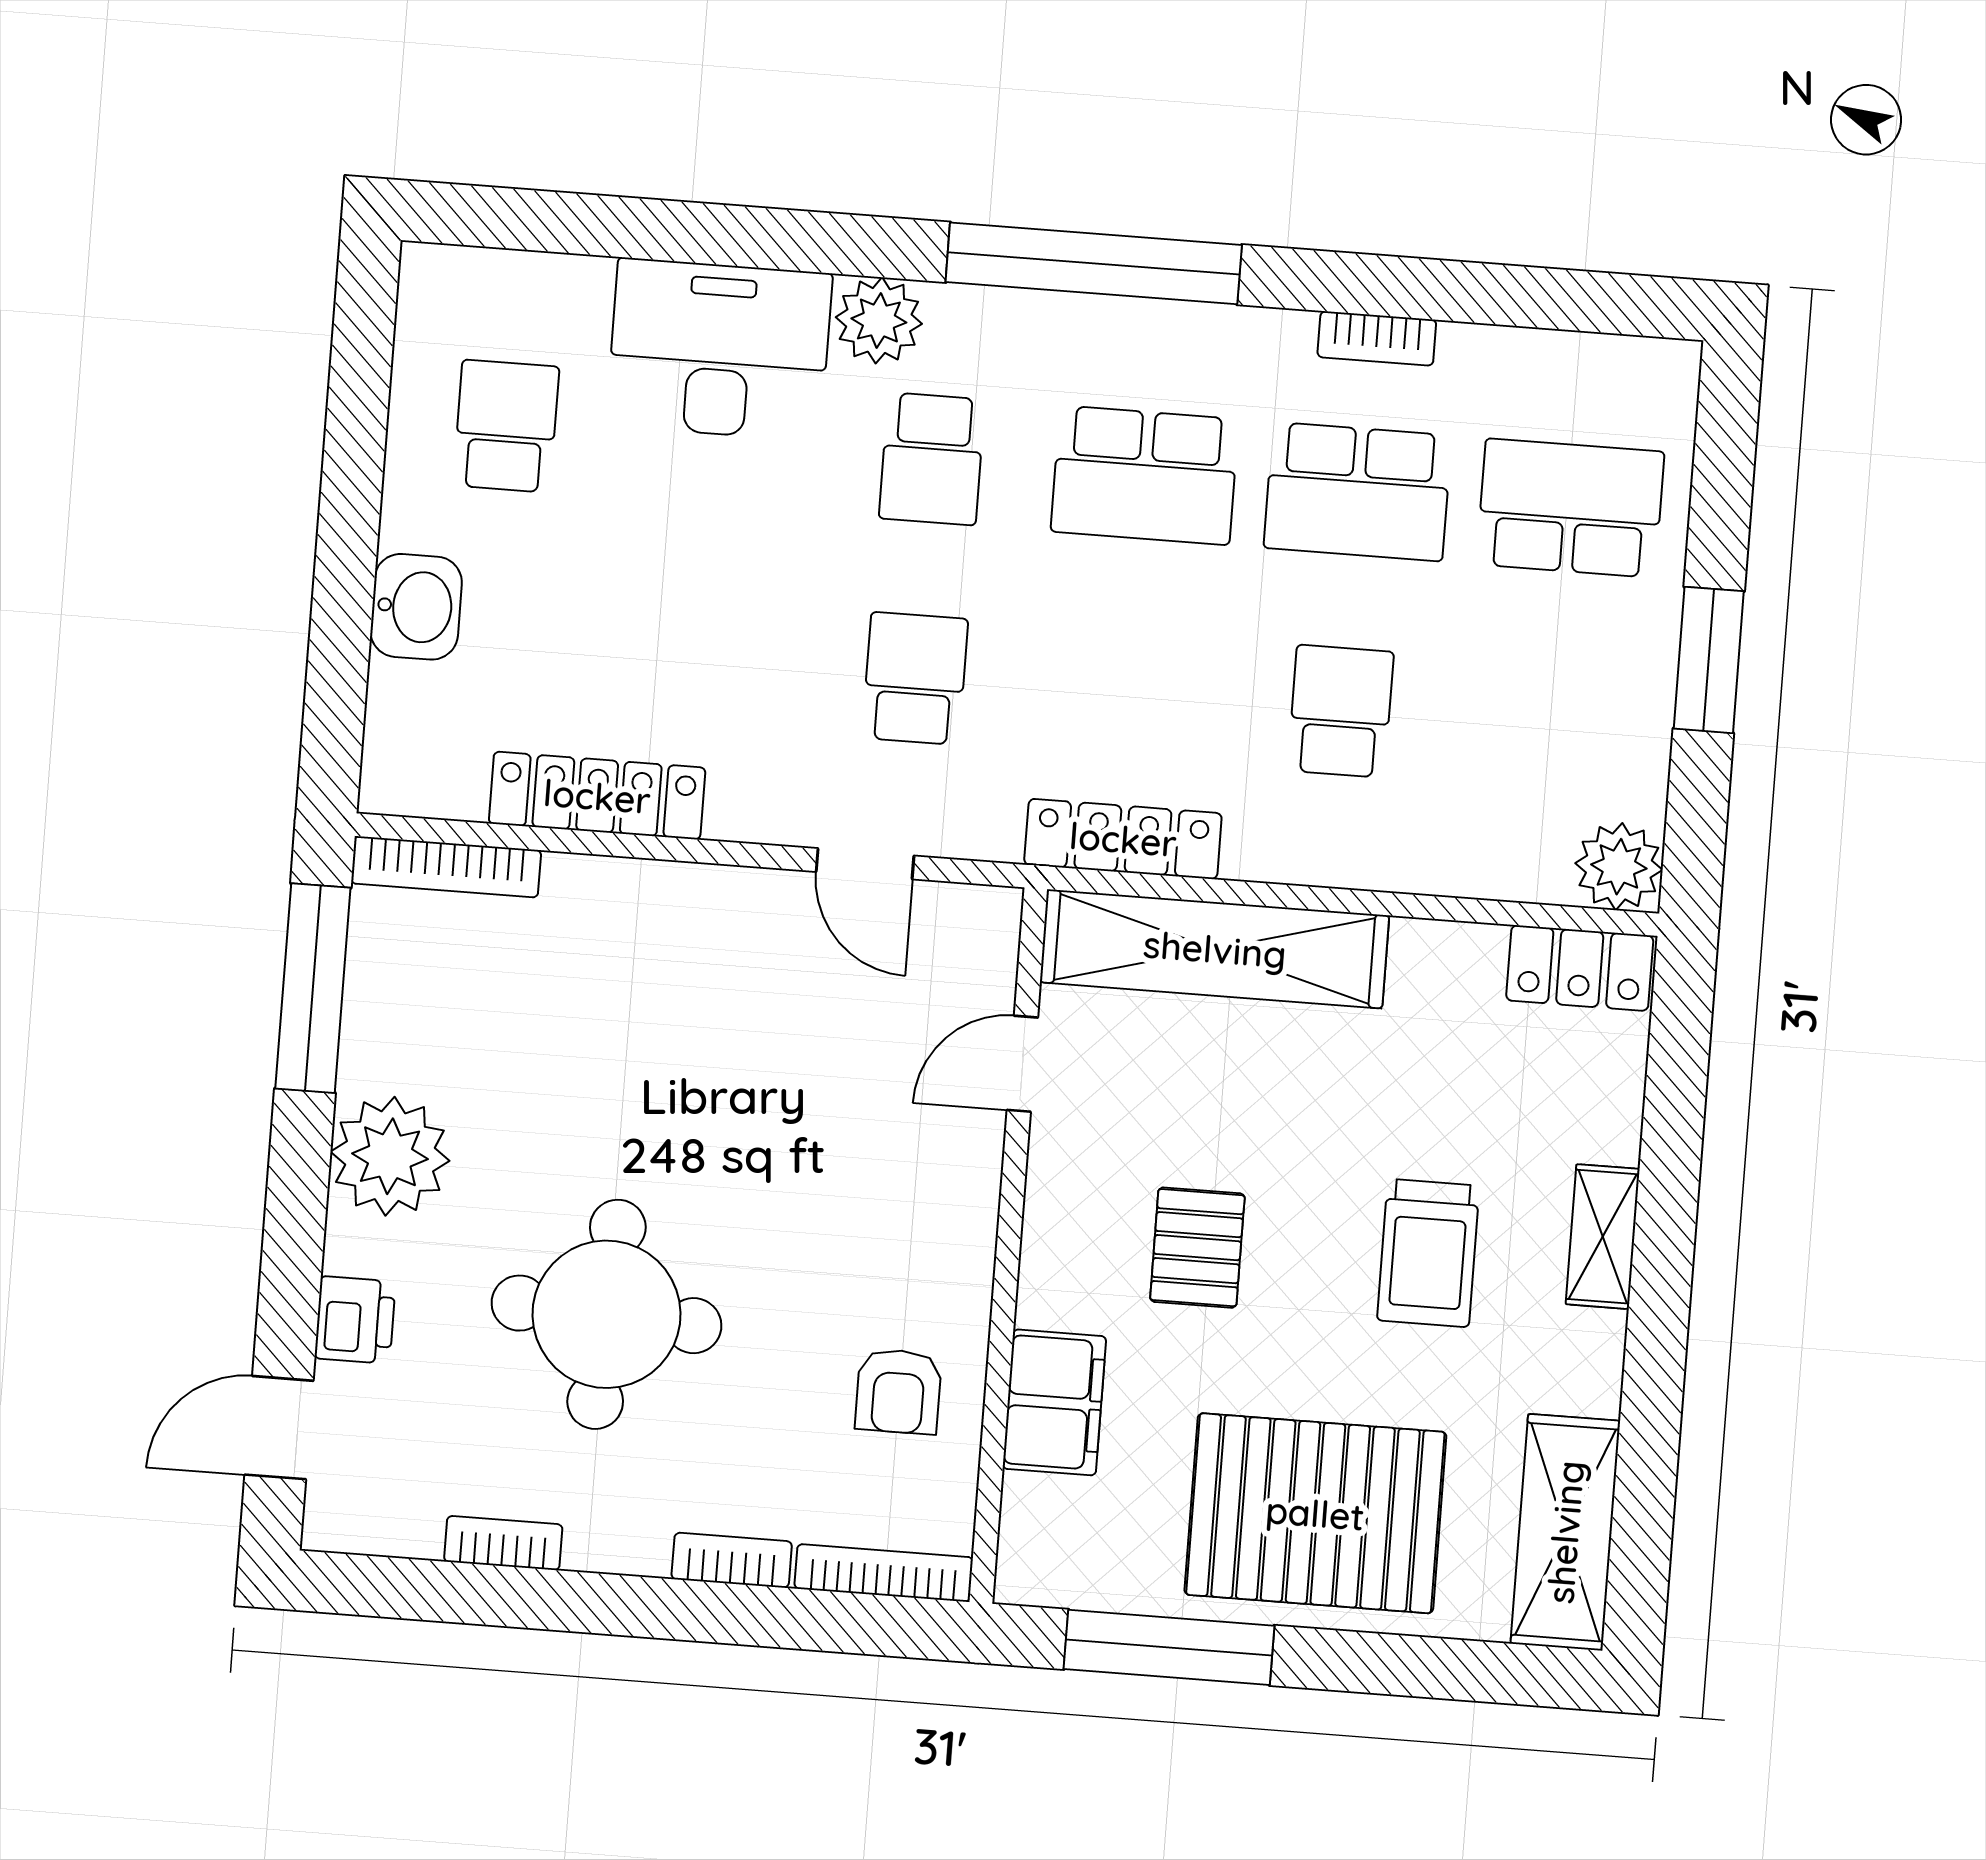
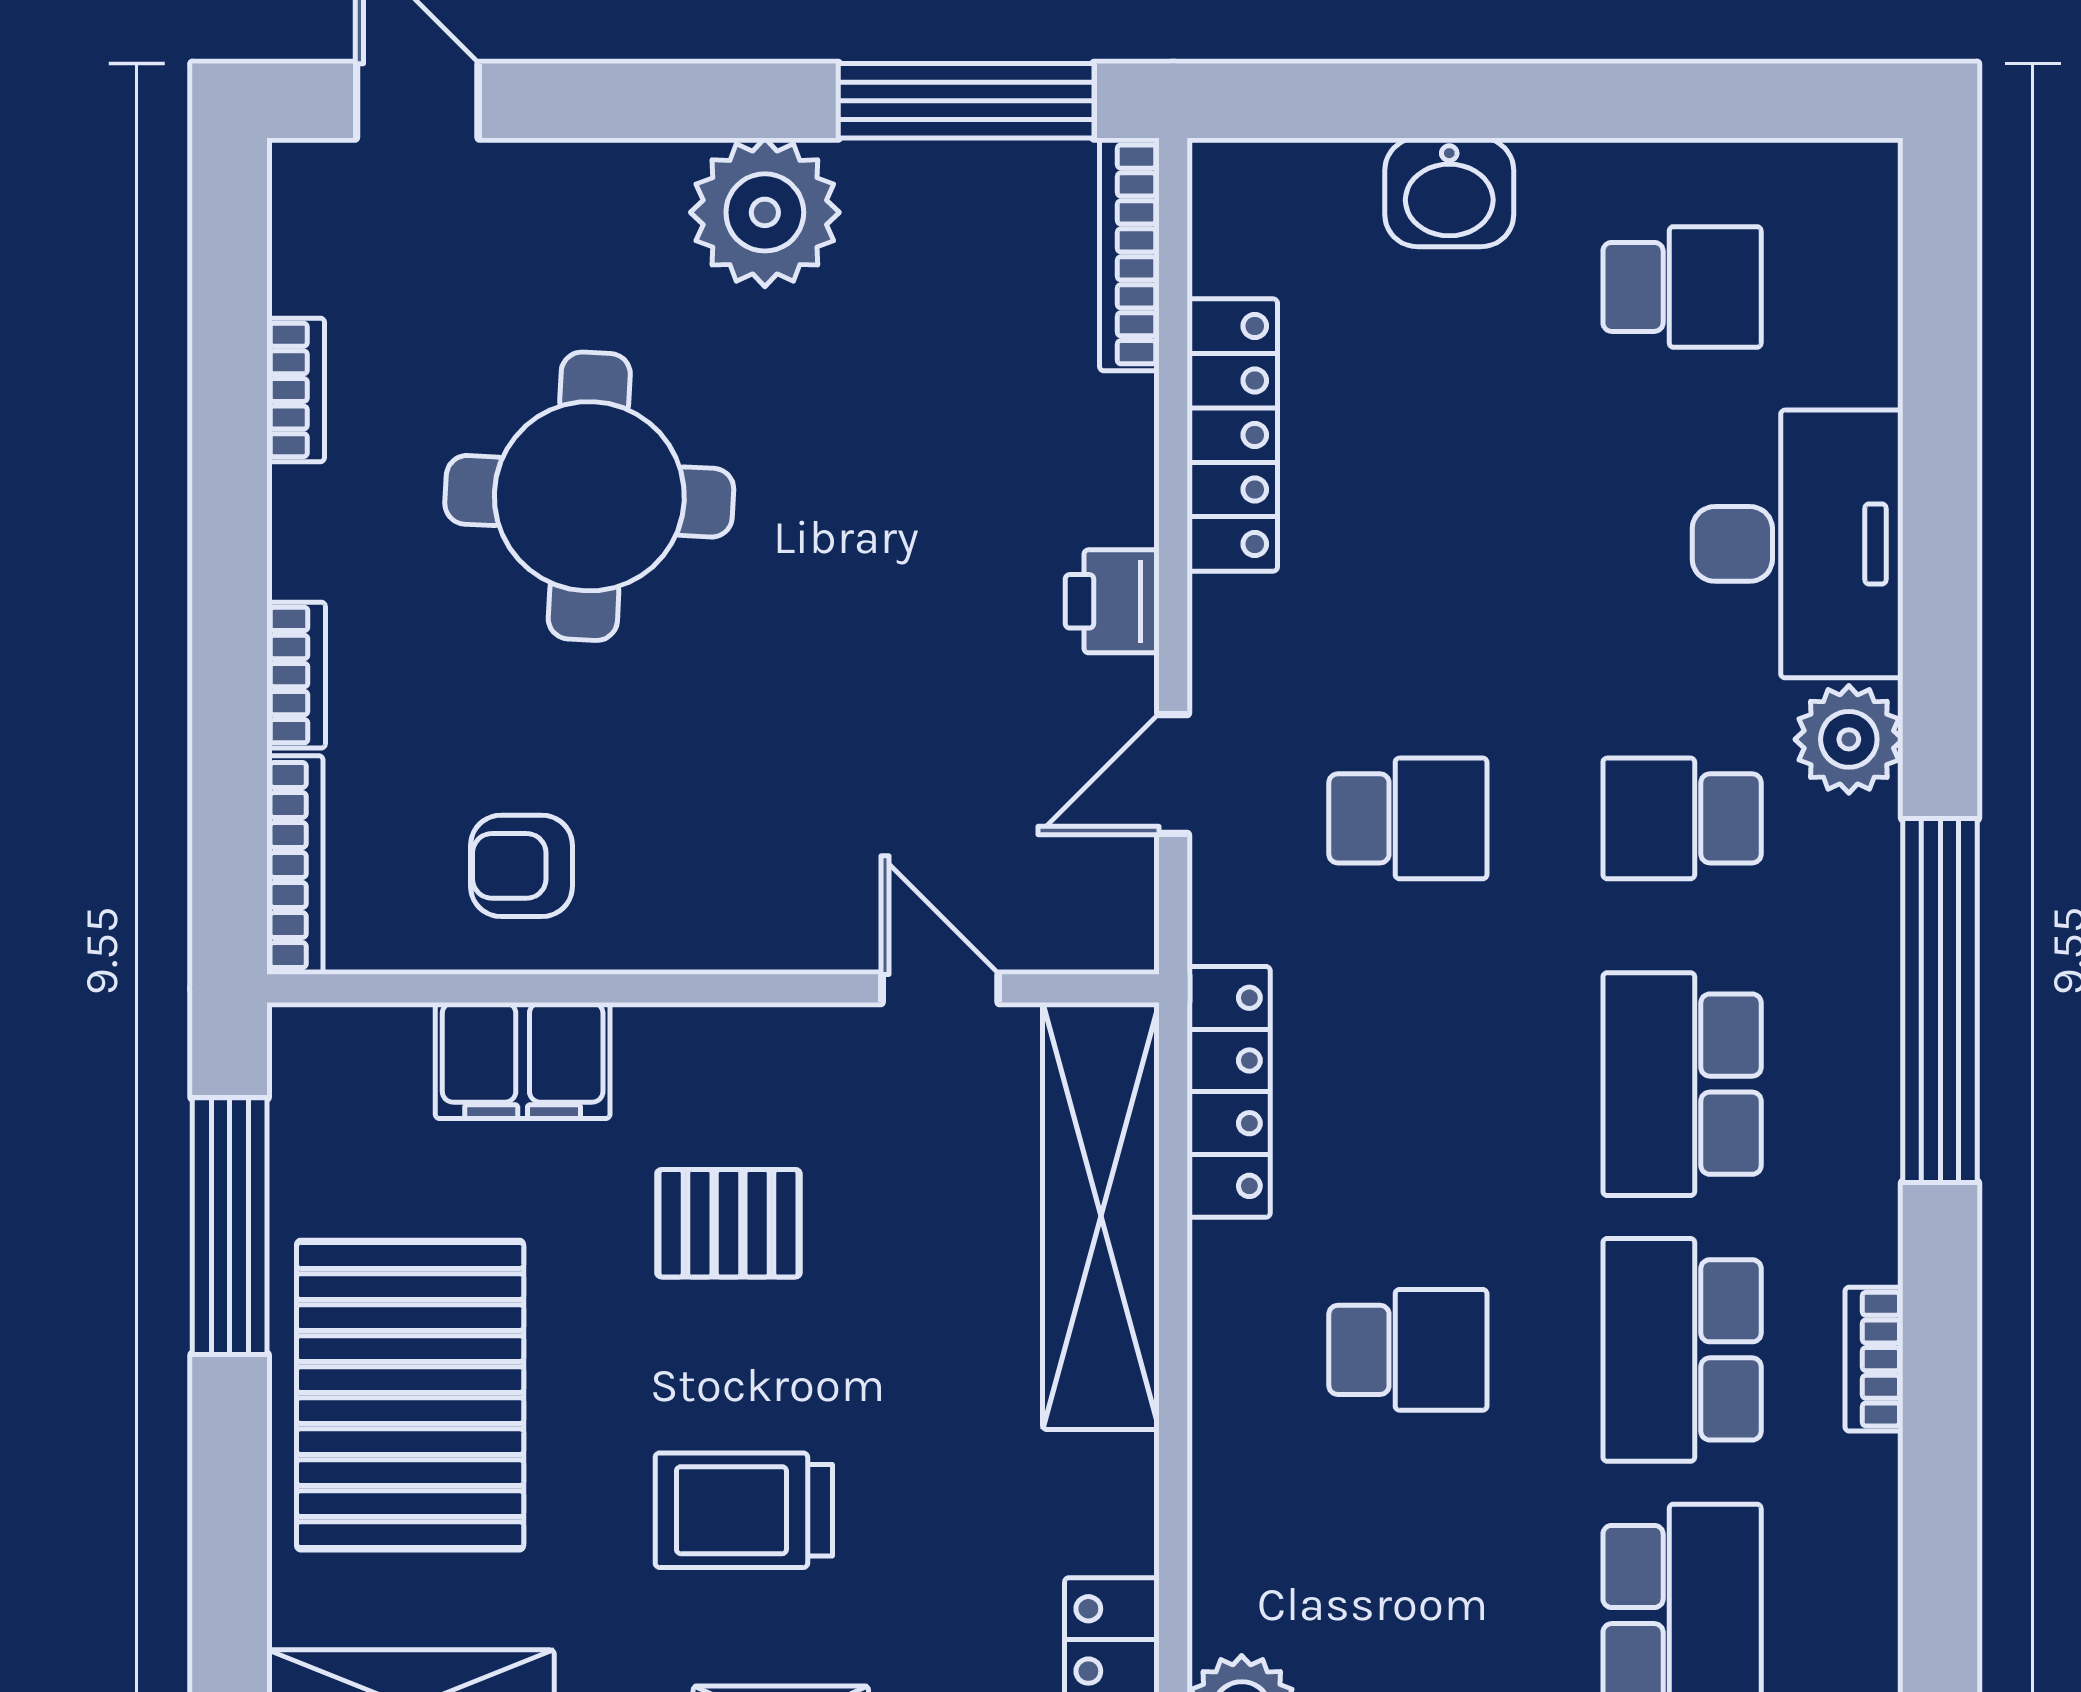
printer: (355, 1320) -> (1112, 601), moved, turned 90

